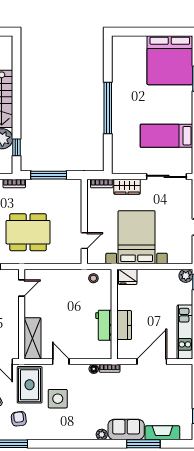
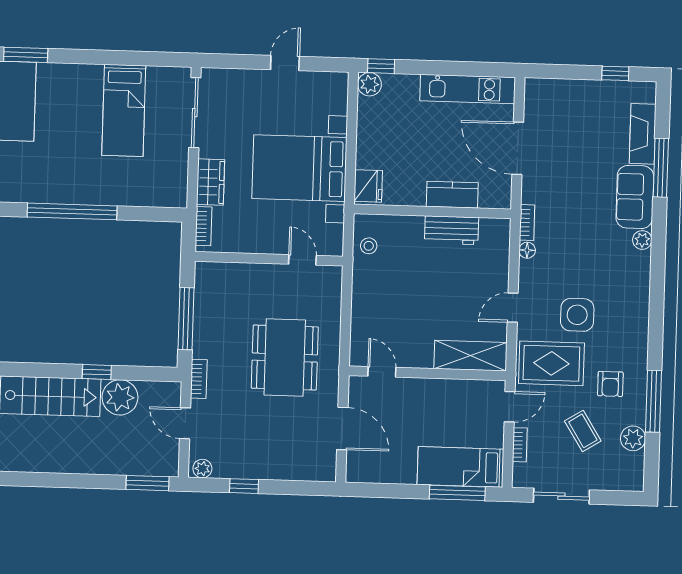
window: (16, 147) -> (97, 372), moved
armchair: (19, 419) -> (610, 384), turned -83

